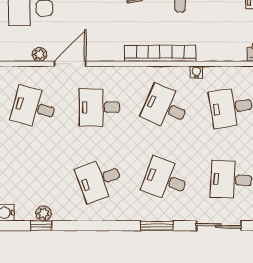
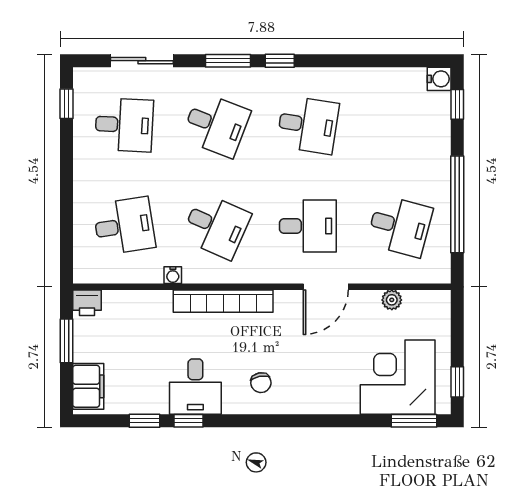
door: (70, 64) -> (326, 287), moved
desk: (100, 180) -> (308, 125), turned 30
plant: (44, 213) -> (386, 78), removed
window: (41, 226) -> (280, 61), moved

